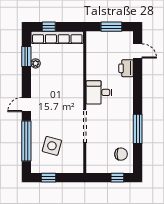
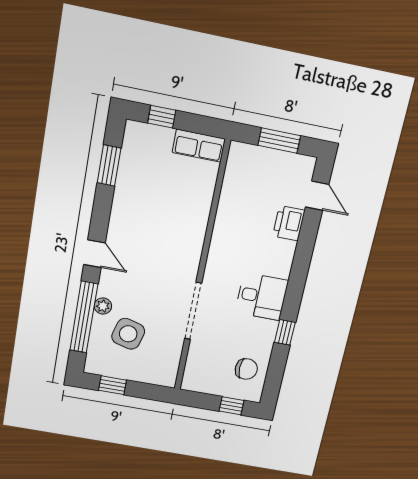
row of seats: (57, 37) -> (199, 146), width x0.50
plant: (36, 63) -> (103, 306), moved
desk: (99, 92) -> (262, 296), moved, turned 180
door: (26, 105) -> (94, 254), swing flipped
window: (138, 129) -> (285, 332), width x0.46

